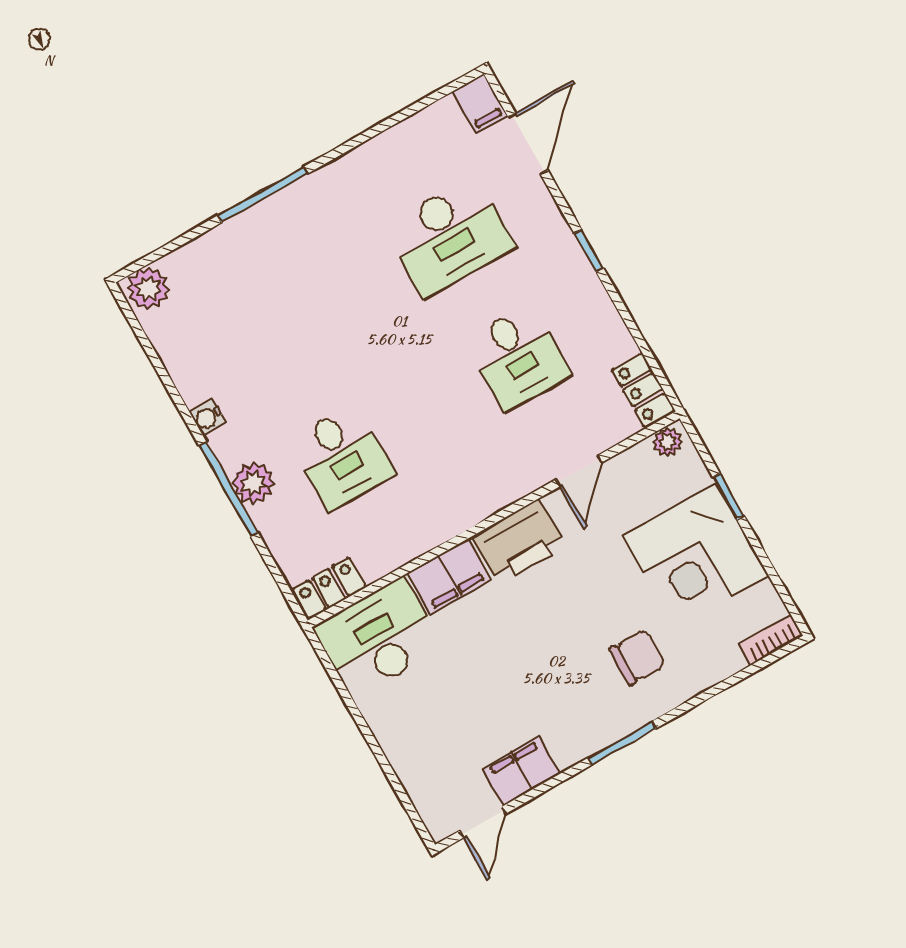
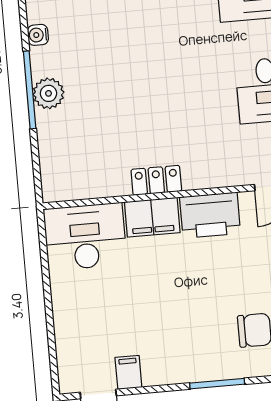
desk: (342, 457) -> (116, 103), removed
locker: (329, 588) -> (156, 180), moved
filing cabinet: (521, 771) -> (128, 372), width x0.50

